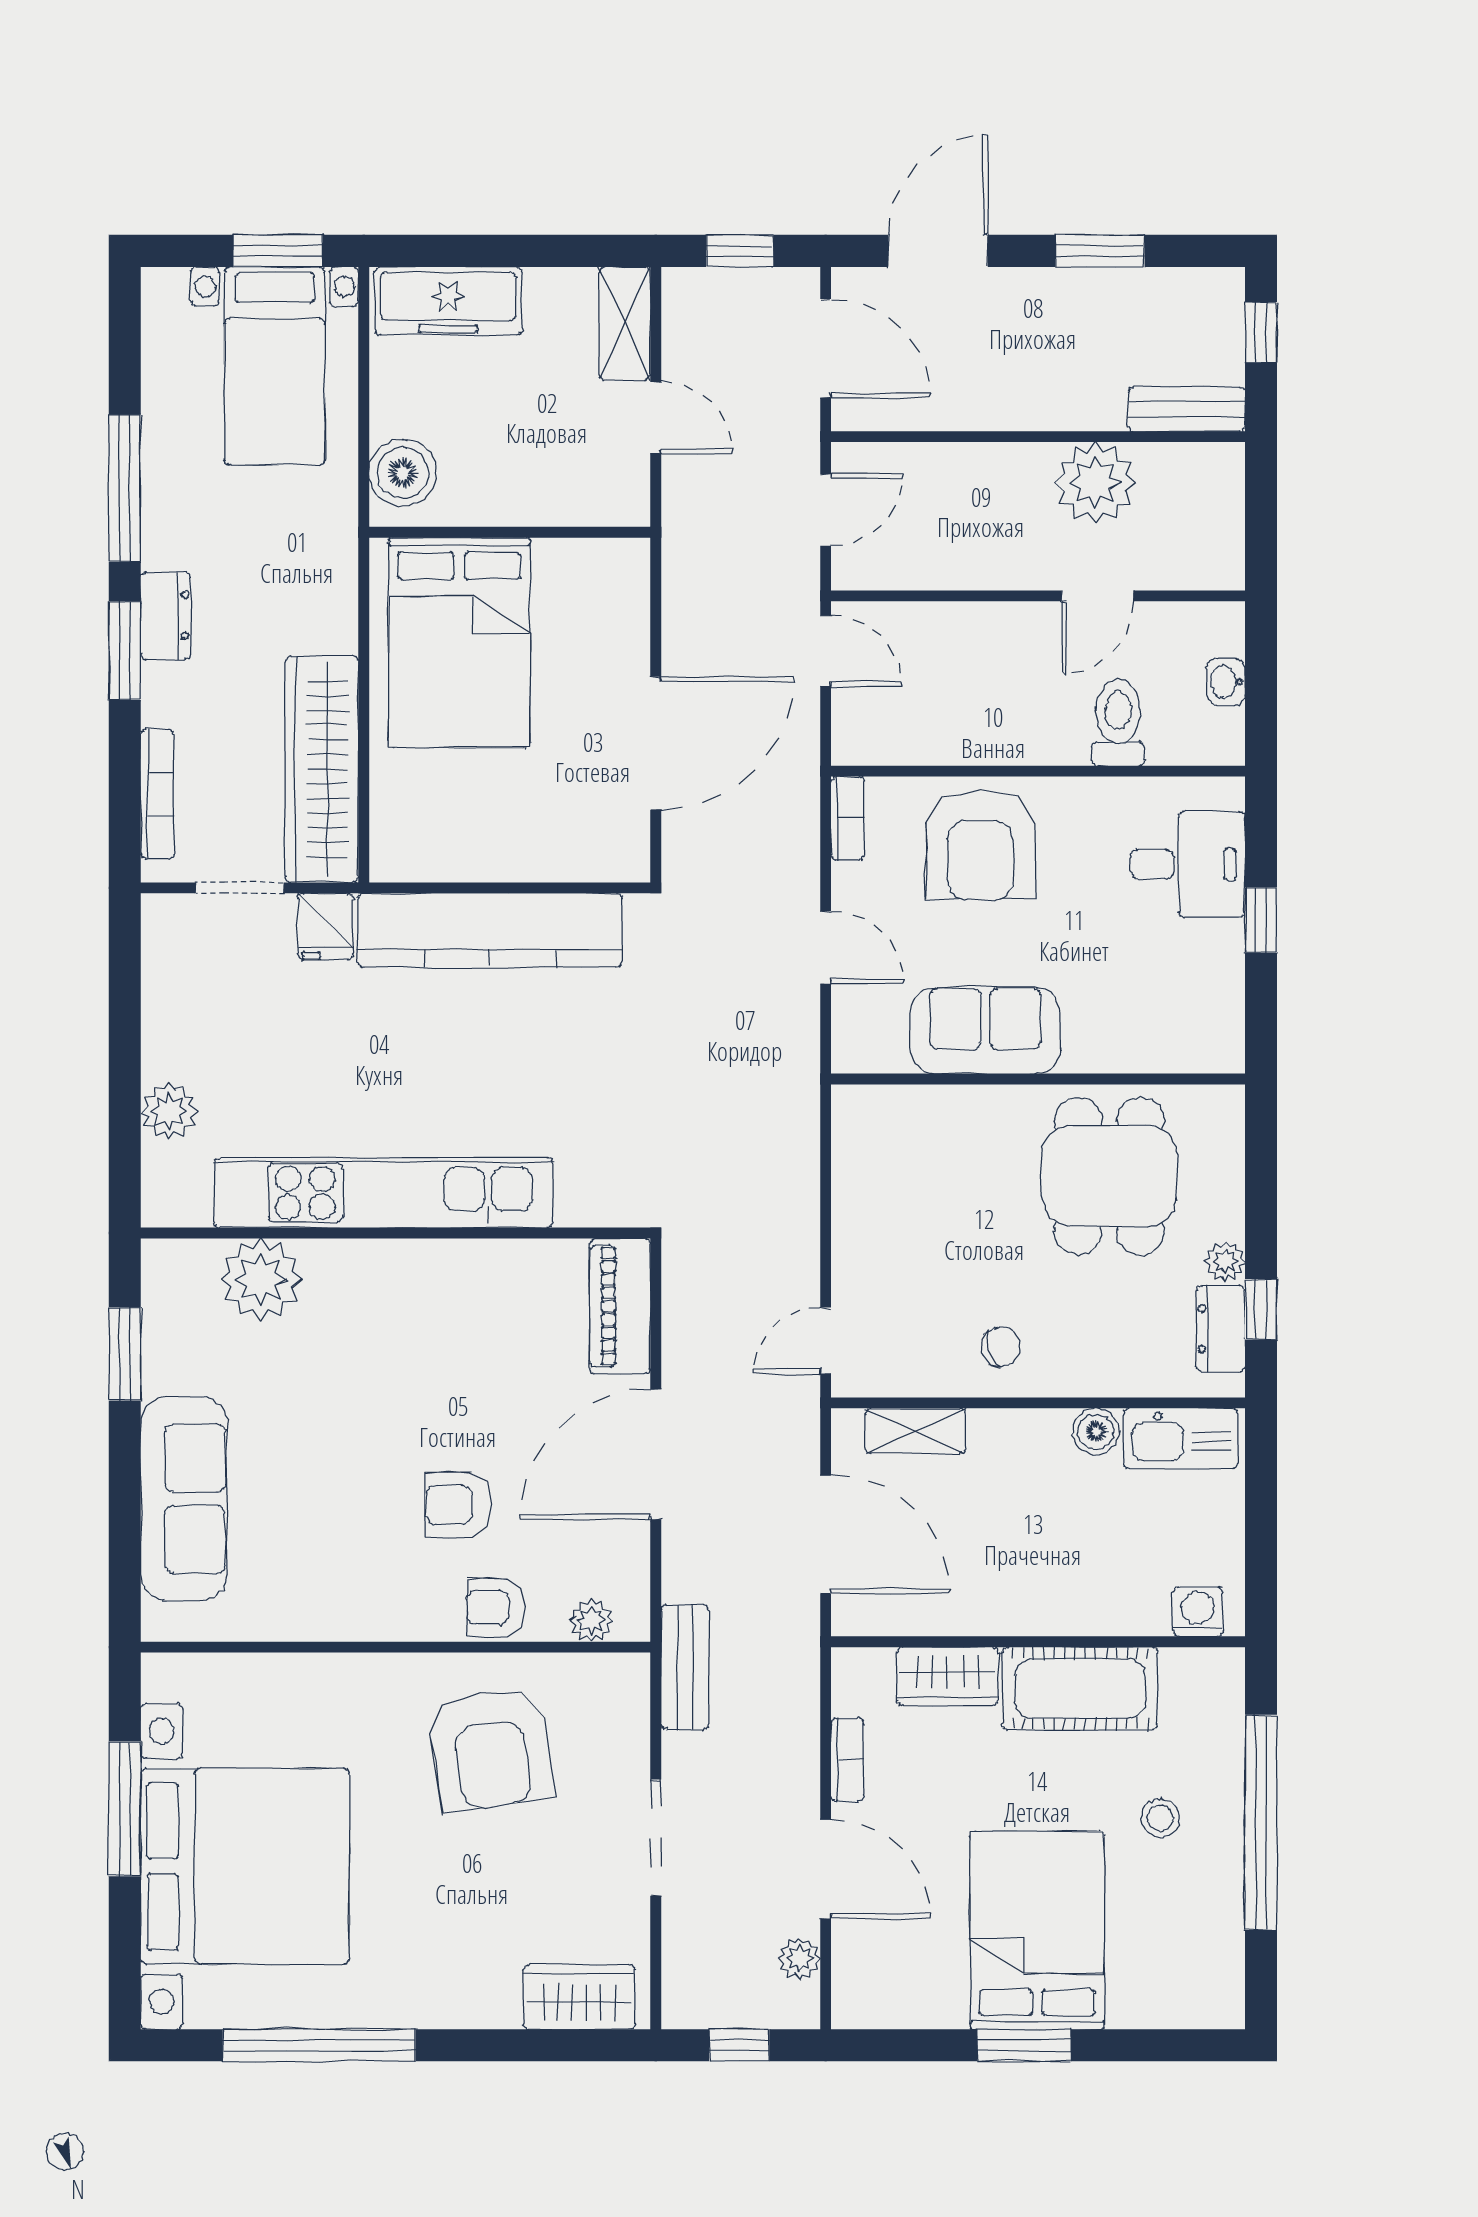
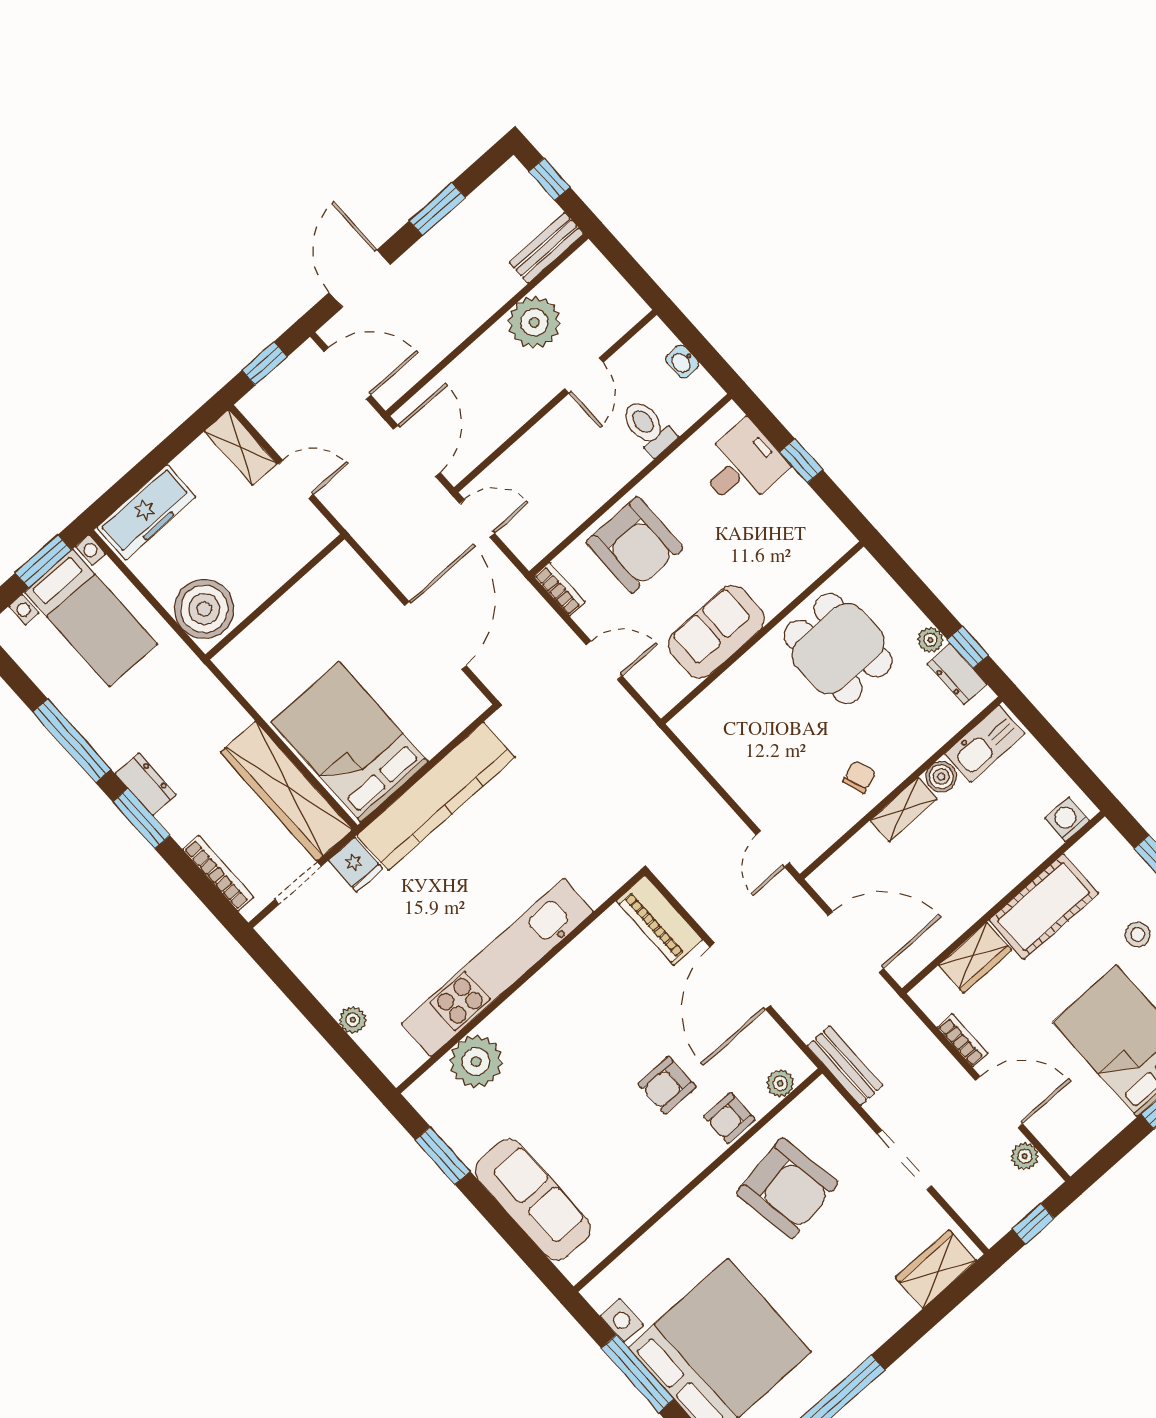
boiler: (403, 473) -> (204, 609), width x1.37, depth x1.37
door: (826, 510) -> (417, 451), width x1.38
bed: (459, 642) -> (350, 742), moved, turned 180
plant: (169, 1111) -> (353, 1020), width x0.73, depth x0.73
shelving: (915, 1431) -> (904, 810), moved

